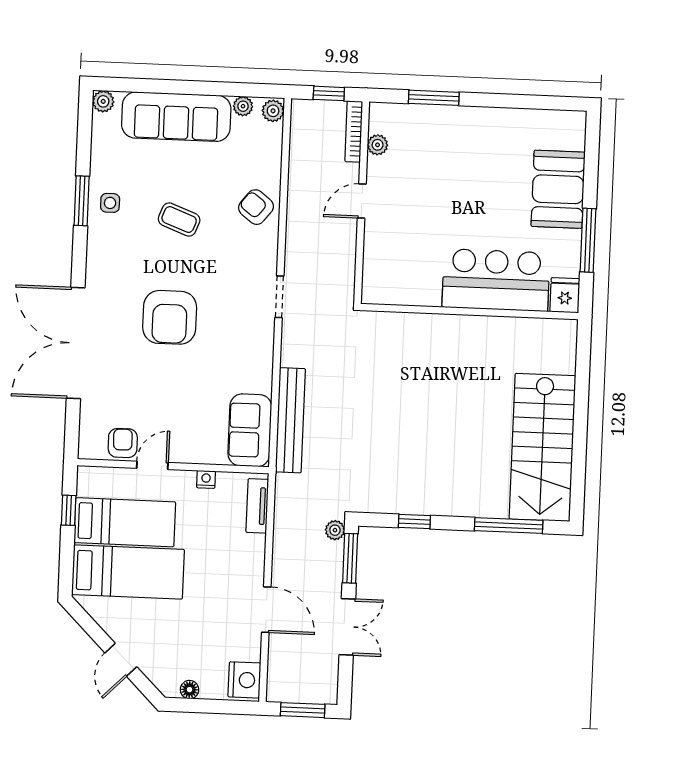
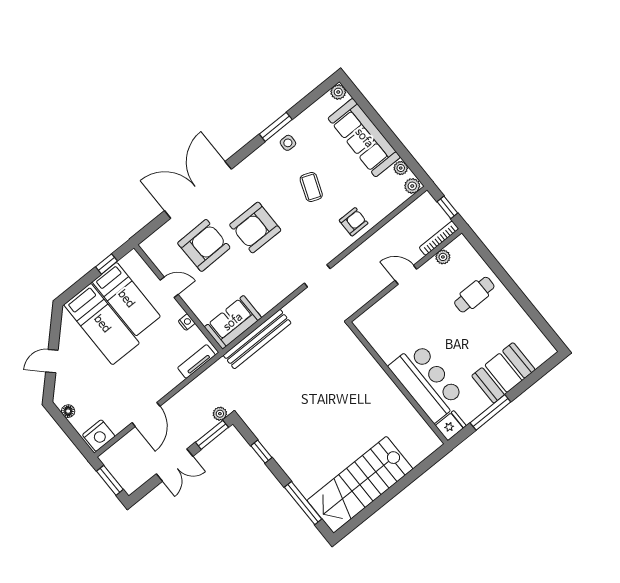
window: (434, 98) -> (494, 265), removed
cafe table: (447, 147) -> (474, 295), added
armchair: (256, 207) -> (354, 222), turned 52
armchair: (123, 443) -> (204, 245), moved, width x1.88, depth x1.88

